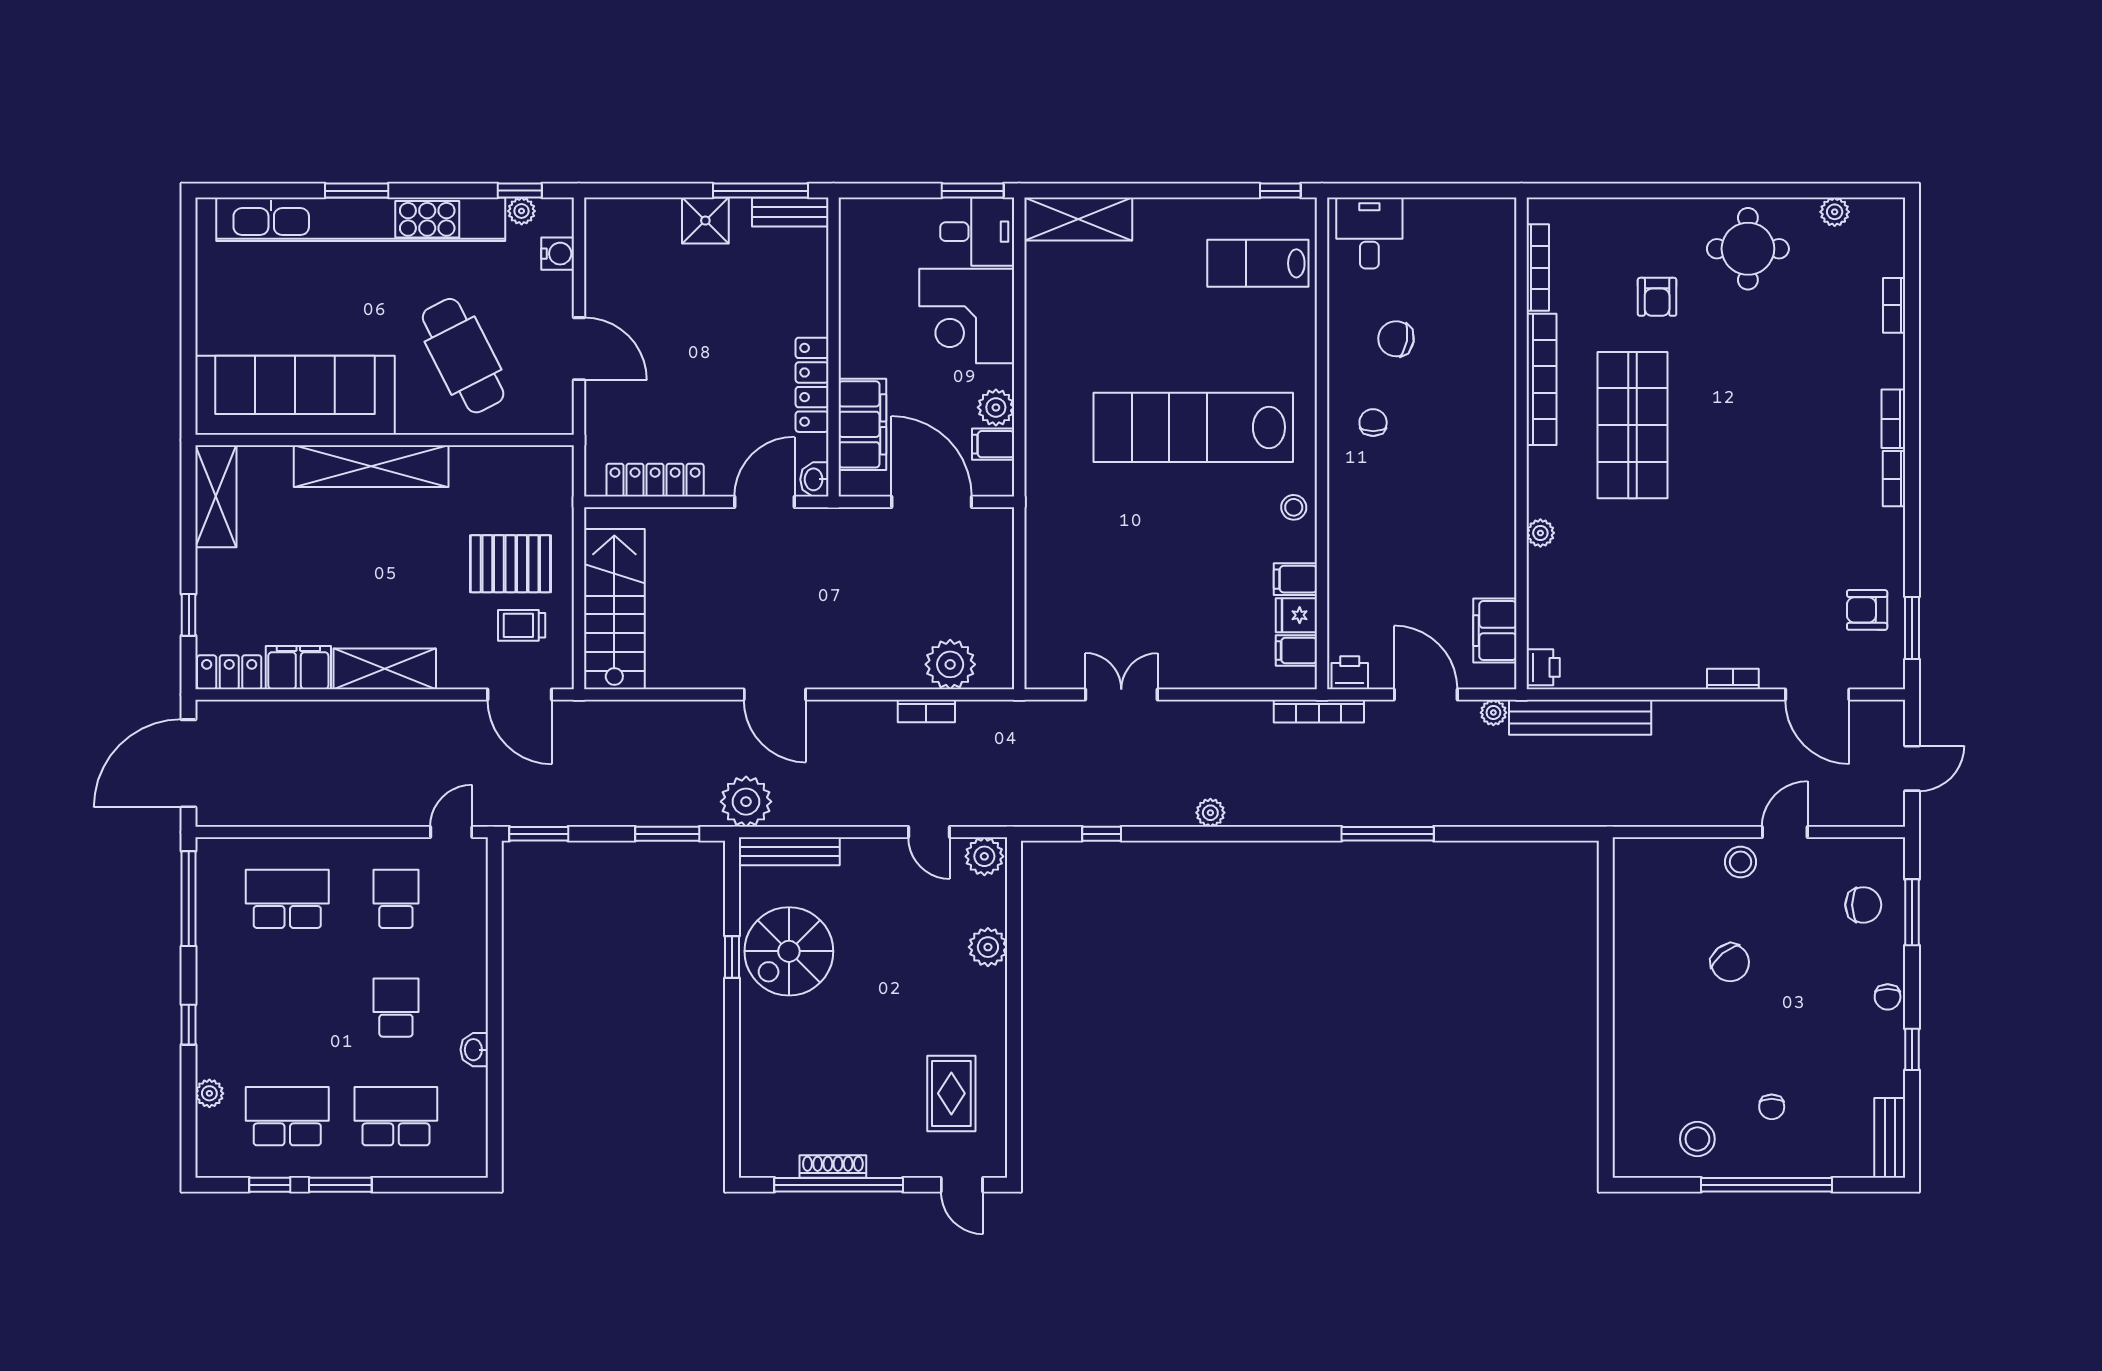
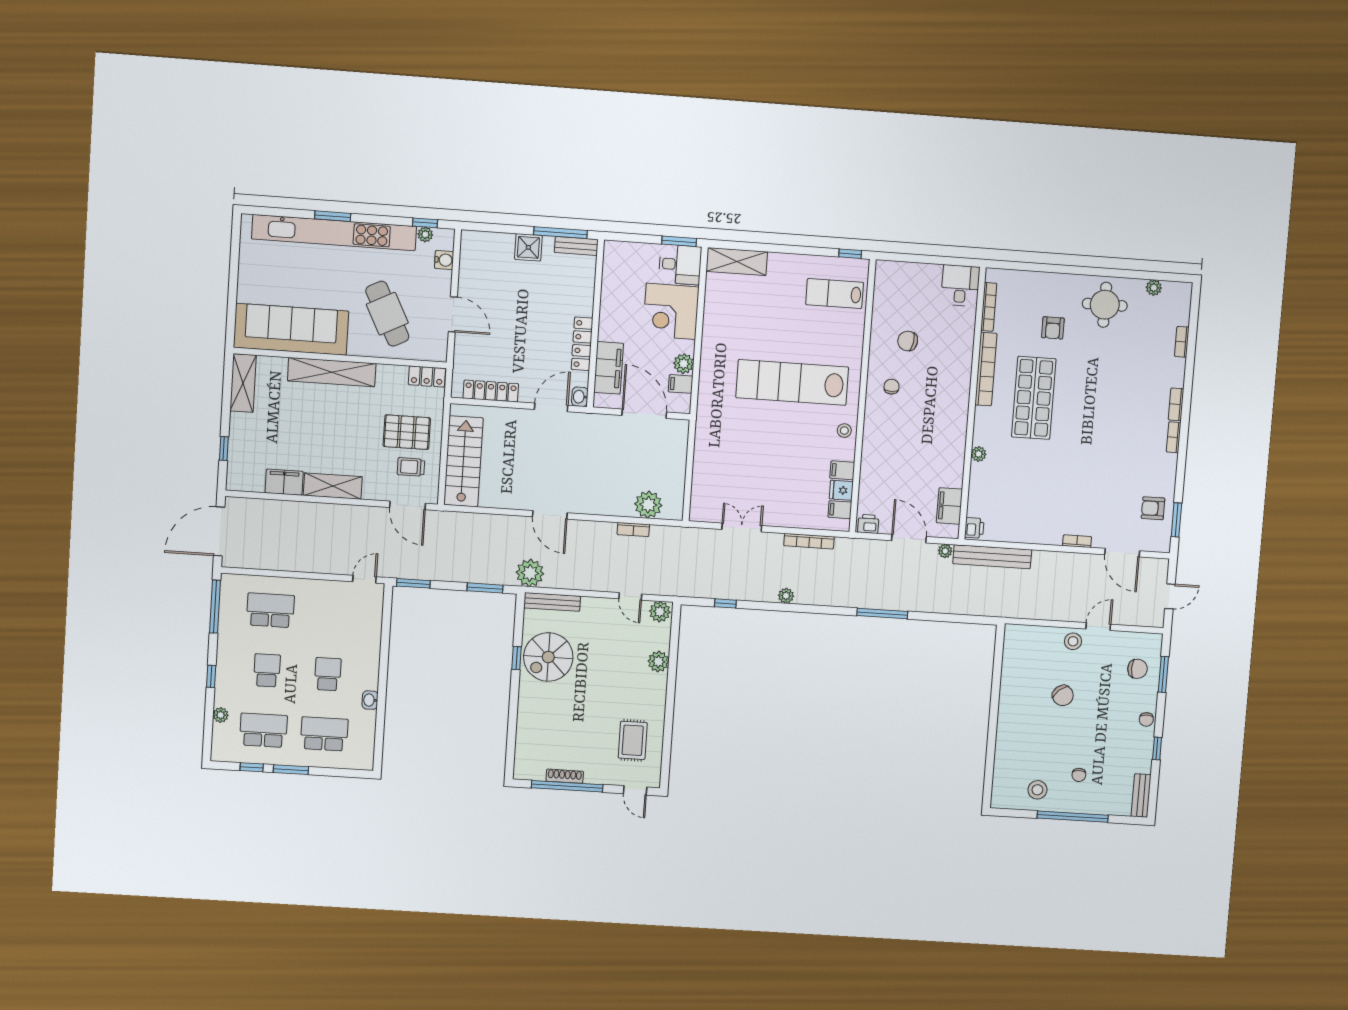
desk: (1369, 233) -> (960, 286), moved
locker: (229, 672) -> (427, 376), moved, turned 180
bookcase: (1319, 711) -> (809, 541), moved
school desk: (396, 899) -> (267, 670), moved

